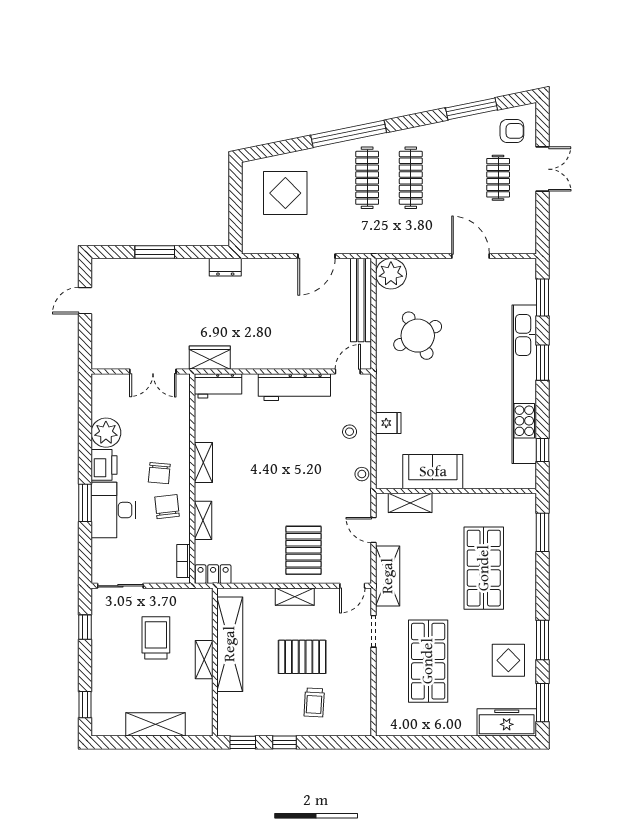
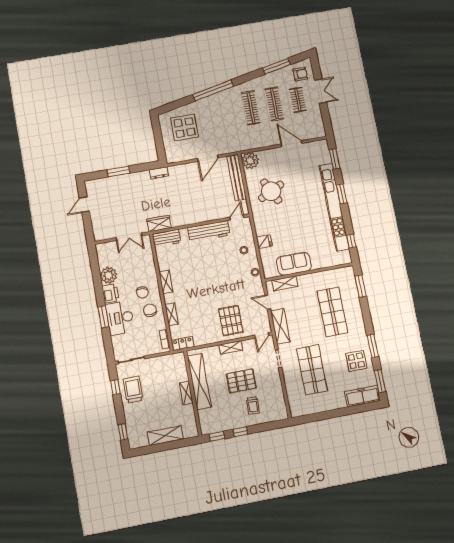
clothes rail: (367, 178) -> (274, 104), moved
trolley: (156, 638) -> (133, 390), moved

